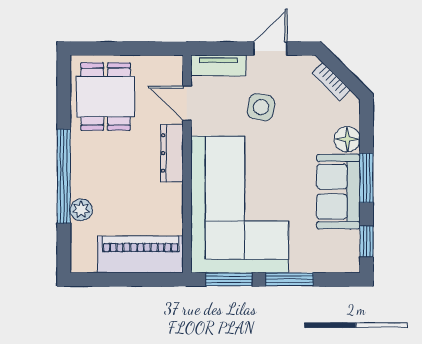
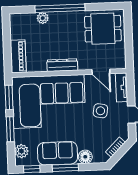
door: (187, 103) -> (101, 72), swing flipped
dresser: (172, 153) -> (62, 65), moved
piano: (141, 254) -> (18, 56), width x0.73, depth x0.75
plant: (332, 260) -> (21, 151), added

